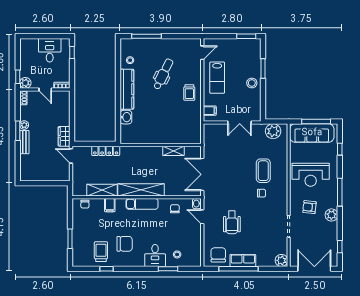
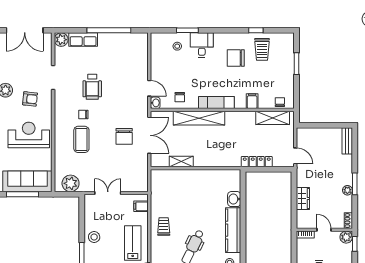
wardrobe: (64, 136) -> (303, 199), moved
bench: (24, 142) -> (347, 141), moved
shelving: (102, 190) -> (273, 118), moved
shelving: (141, 190) -> (199, 118), moved
wheelchair: (232, 222) -> (92, 87), moved, turned 180
chair: (218, 255) -> (124, 136), moved
row of seats: (243, 260) -> (83, 40), moved

